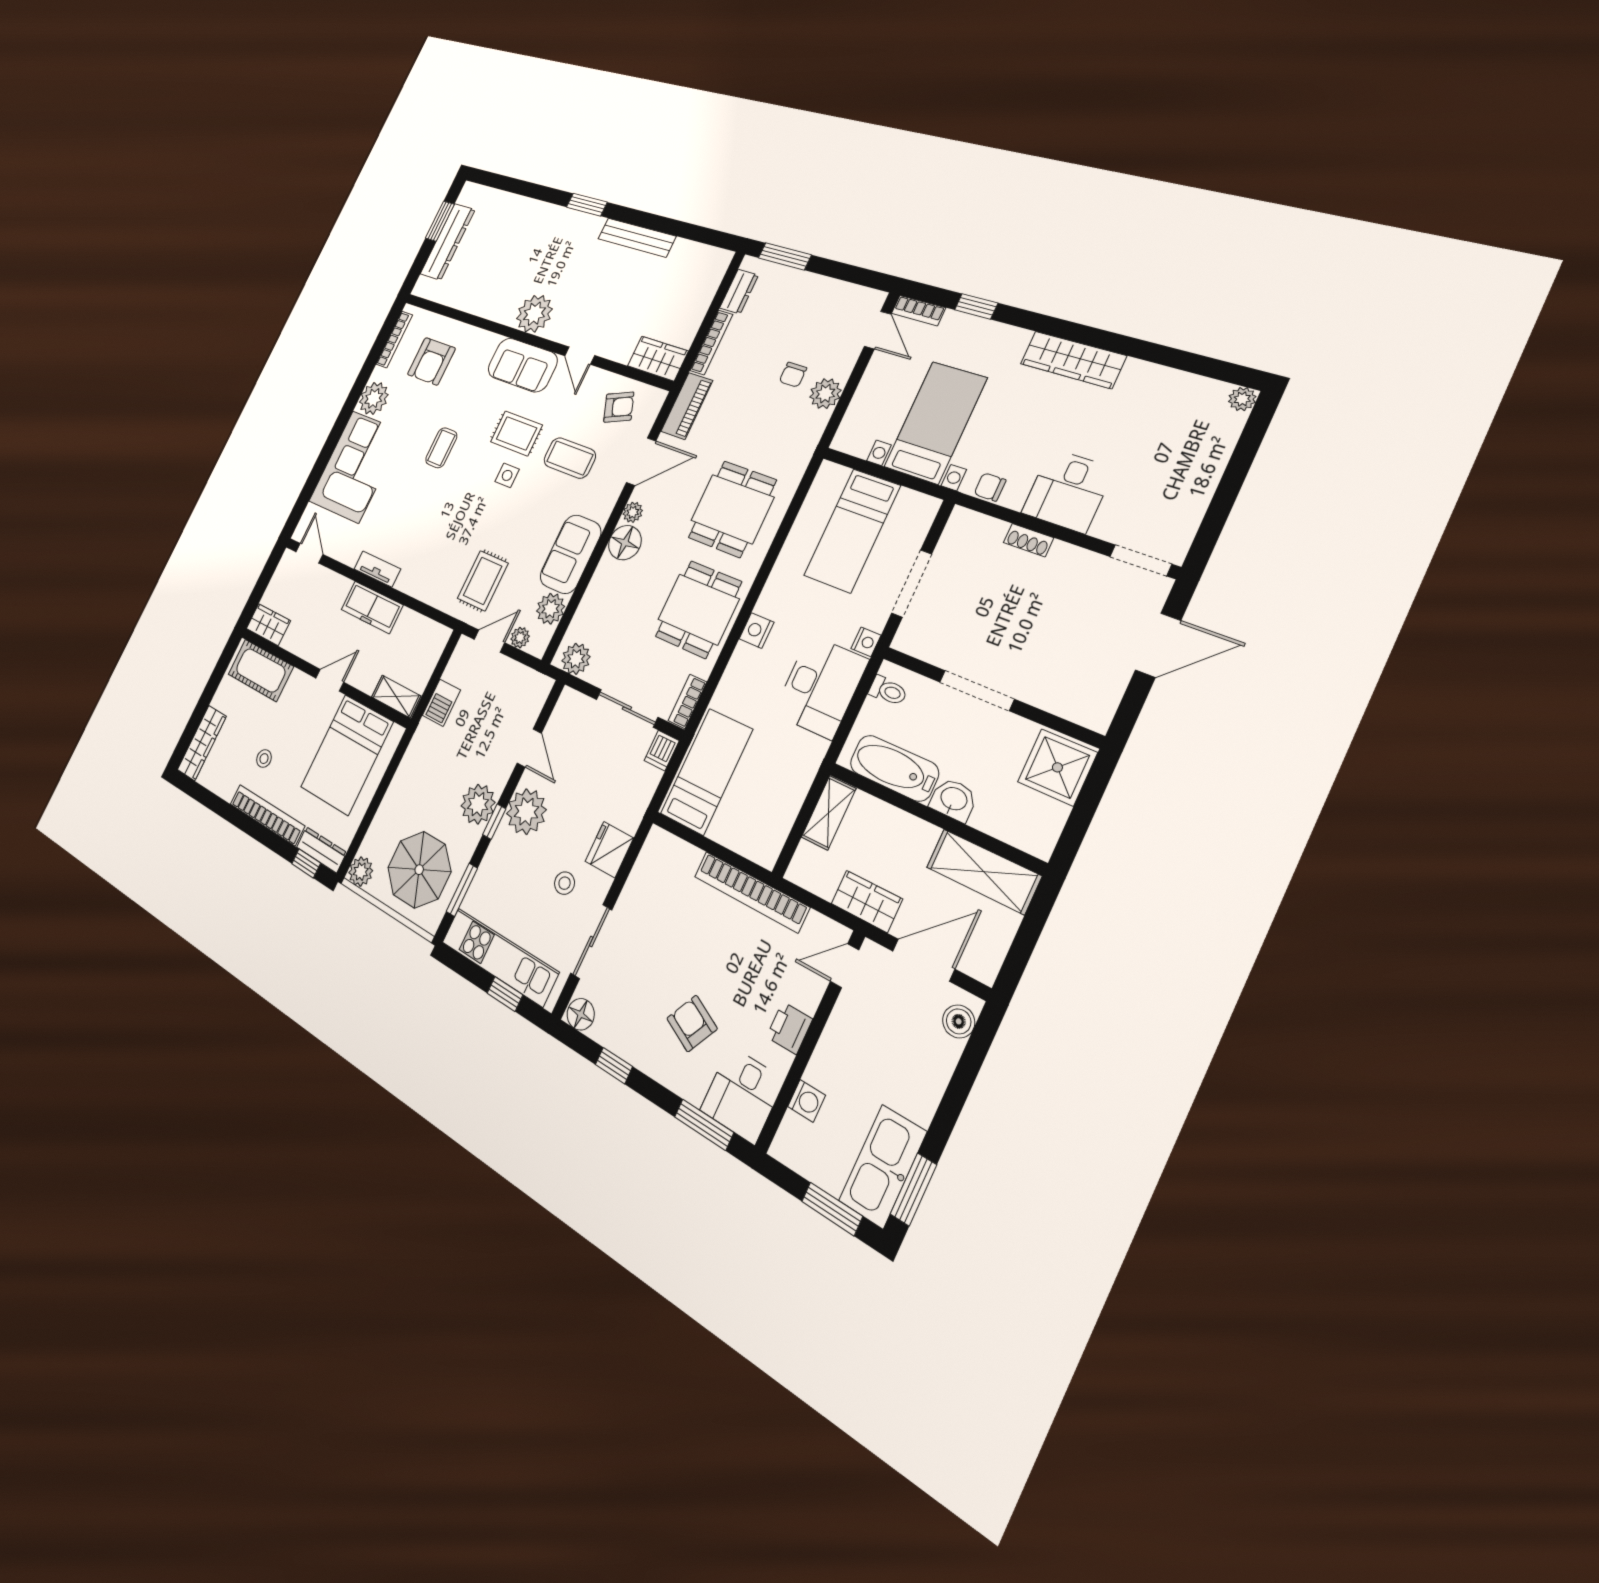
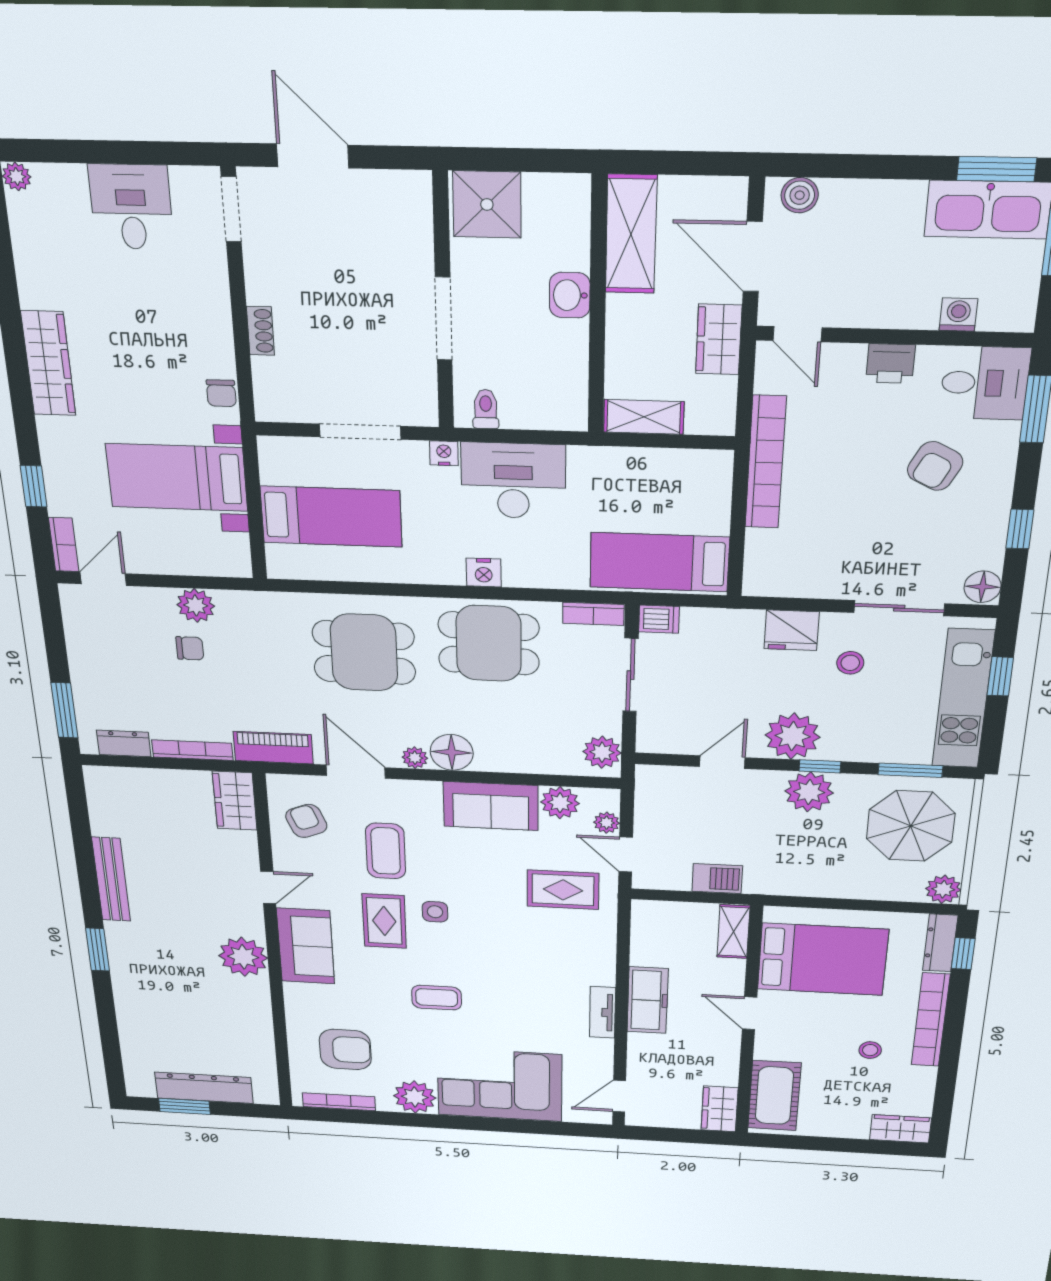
desk: (1068, 491) -> (131, 207), moved, turned -90
wardrobe: (202, 743) -> (901, 1129), width x0.67
bathtub: (894, 768) -> (565, 369), removed

